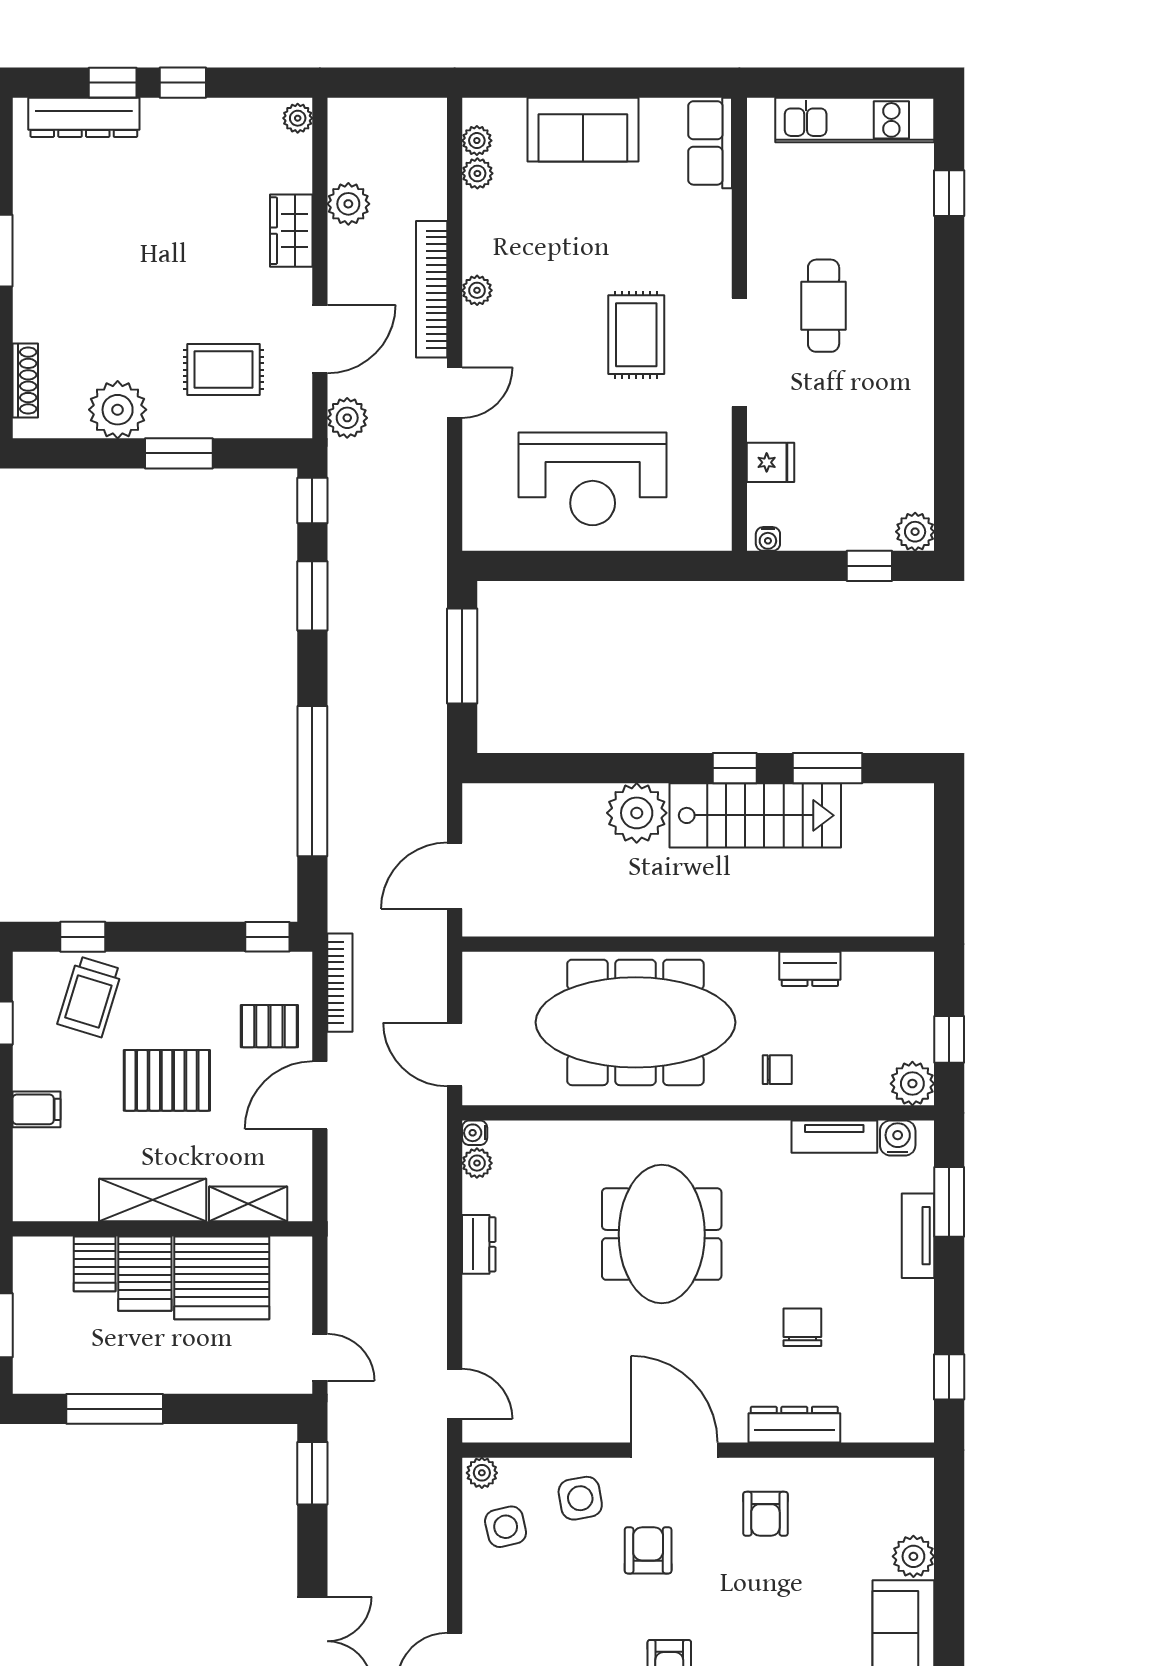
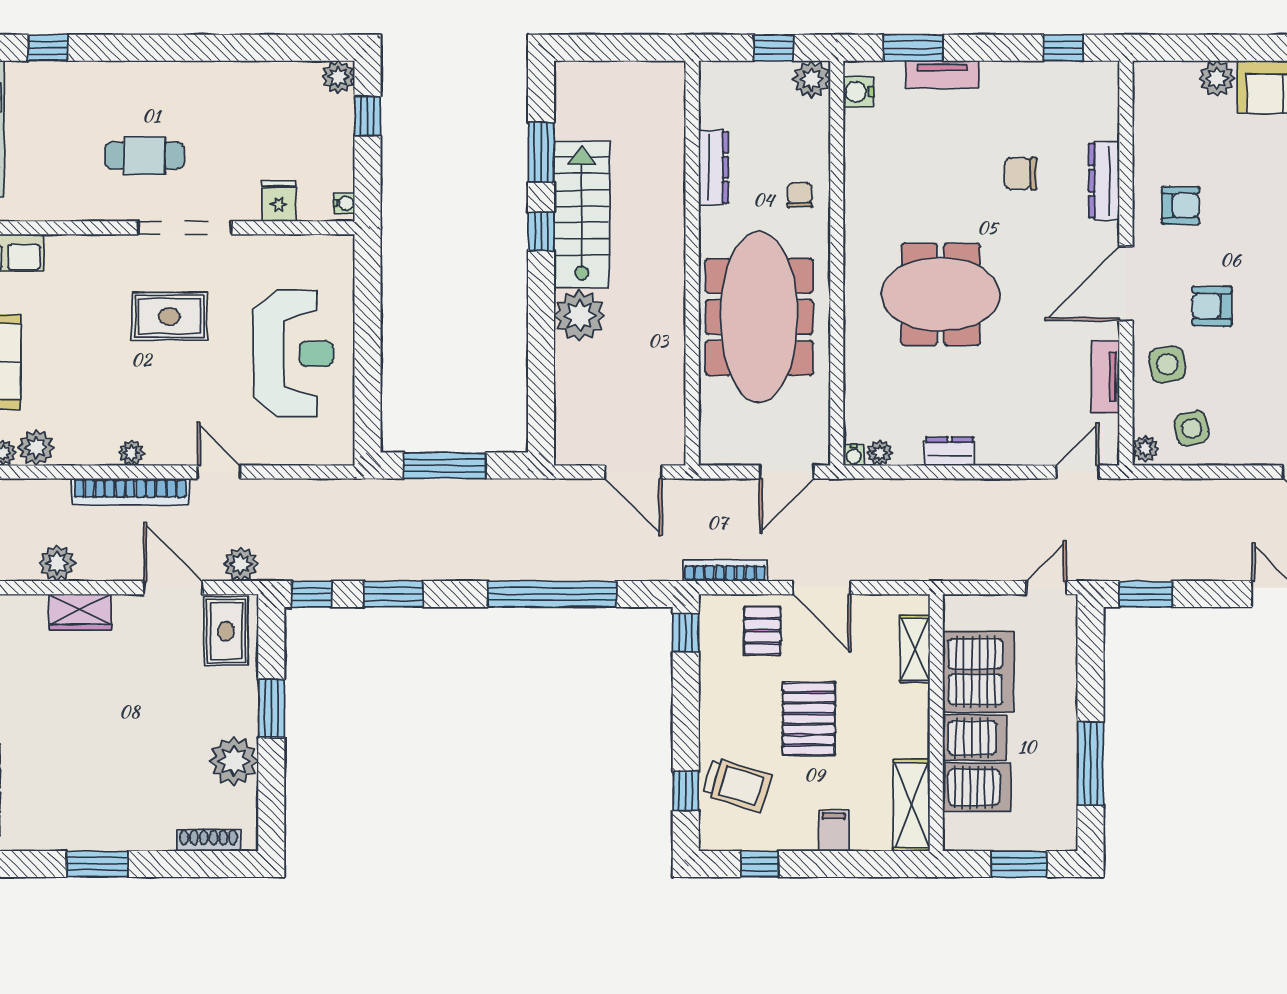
plant: (477, 173) -> (36, 448), width x1.38, depth x1.38
rug: (224, 370) -> (226, 631), moved
dresser: (810, 969) -> (713, 167), width x1.44
tv unit: (834, 1137) -> (1105, 377), moved, turned 180
shelving: (153, 1200) -> (912, 805), moved
server rack: (95, 1264) -> (977, 787), width x1.36, depth x1.44

